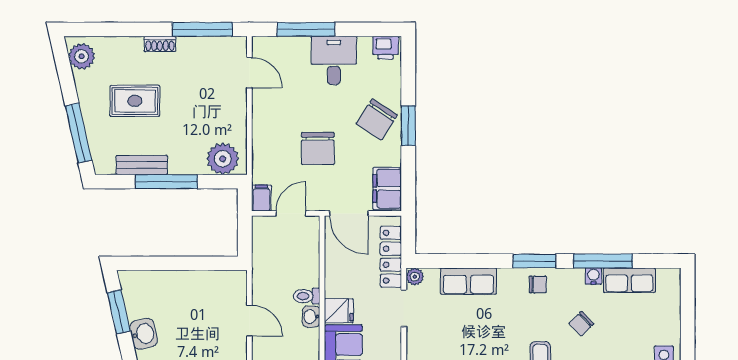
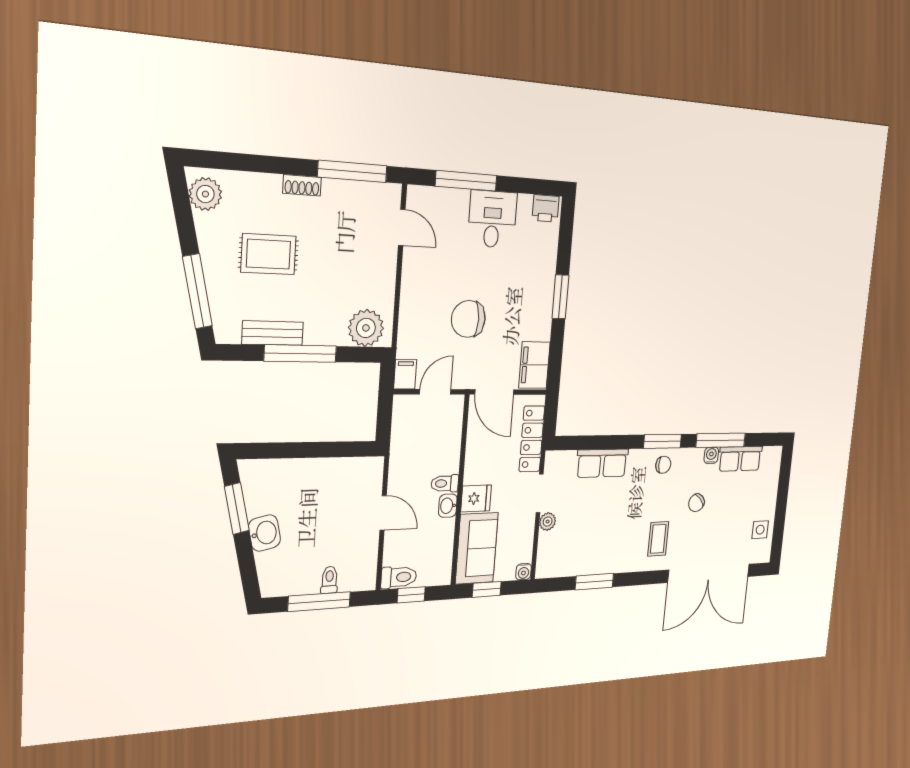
chair: (377, 119) -> (530, 288), removed
chair: (318, 148) -> (468, 319), turned 90
plant: (415, 277) -> (548, 522), moved

